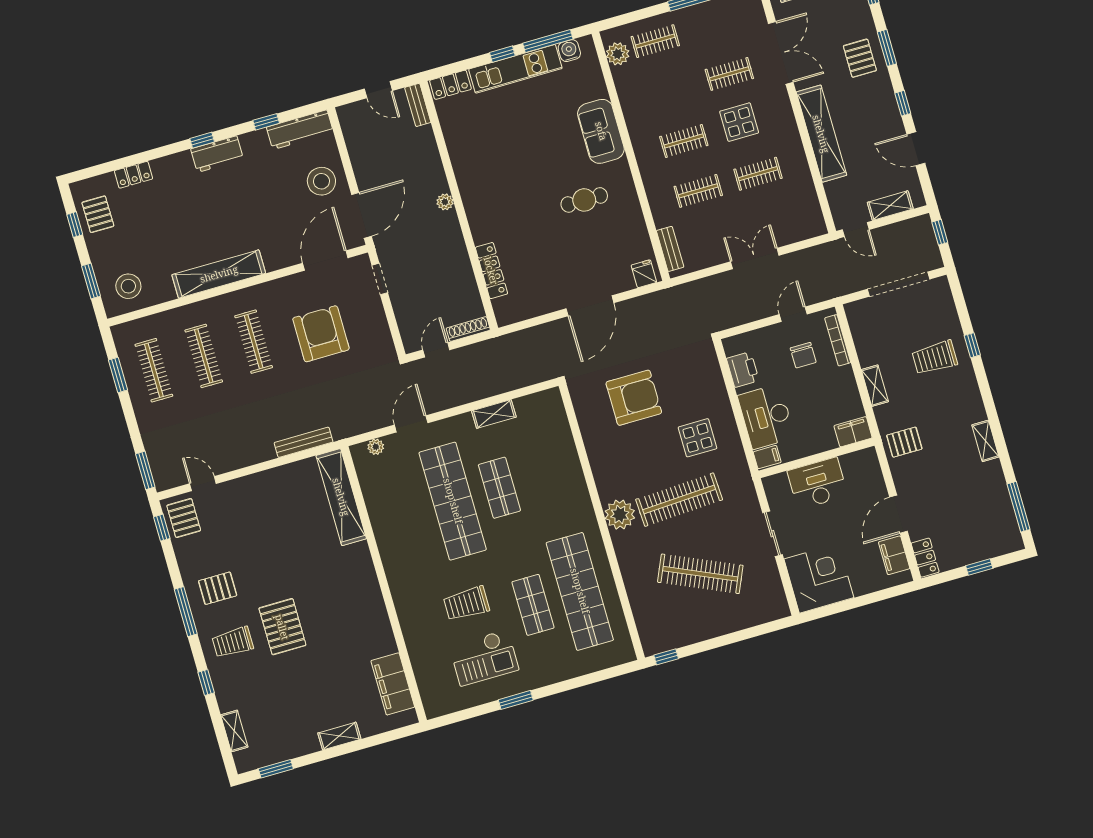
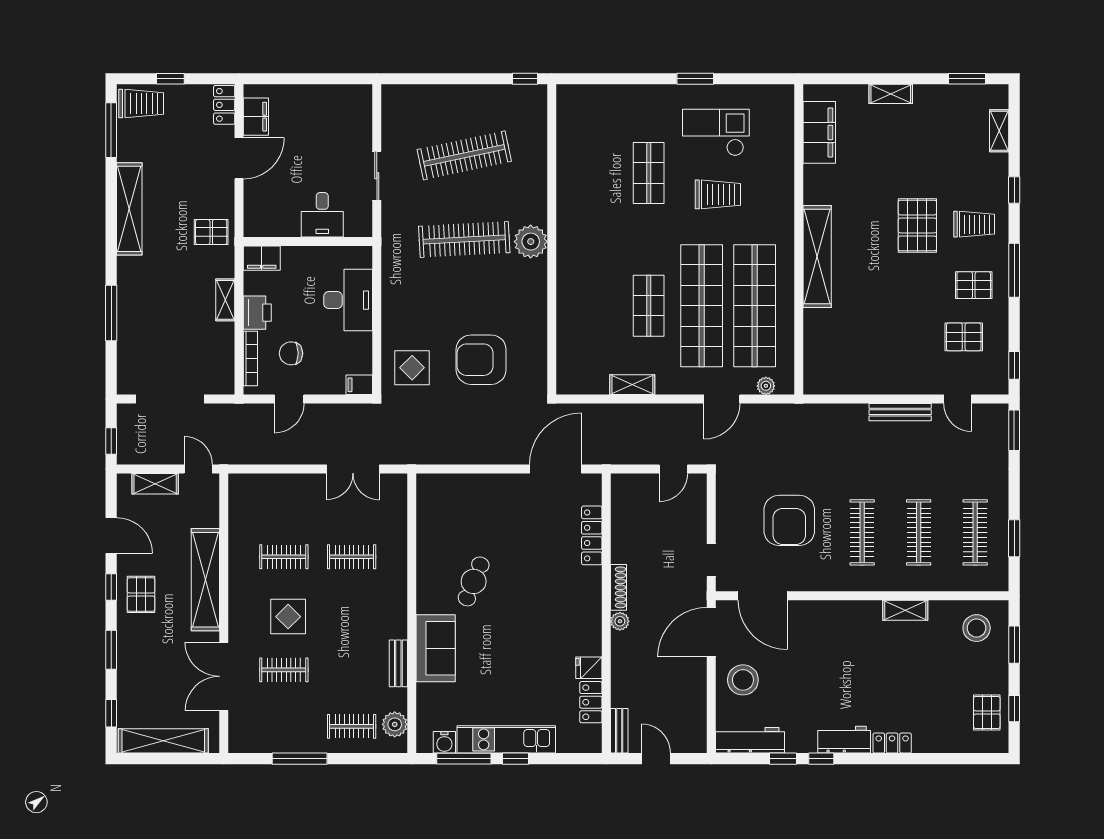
pallet: (860, 58) -> (141, 594), moved
locker: (450, 85) -> (591, 702), moved, turned -90
window: (202, 140) -> (821, 759), moved
clothes rail: (684, 141) -> (352, 613), removed
locker: (133, 175) -> (892, 743), moved
cafe table: (584, 200) -> (474, 581), turned -68
bench: (670, 249) -> (398, 663), moved
double door: (755, 259) -> (353, 469), moved
door: (325, 260) -> (763, 596), hinge flipped
shelving: (219, 274) -> (905, 610), width x0.45, depth x0.75
fridge: (644, 274) -> (589, 668), moved, turned 90
door: (590, 306) -> (555, 469), moved
shoe rack: (468, 329) -> (618, 587), moved, turned -90
window: (972, 345) -> (111, 313), width x2.17
chair: (803, 355) -> (291, 353), turned -90
trolley: (935, 357) -> (141, 103), moved
printer: (743, 370) -> (257, 313), moved, turned 180
display table: (698, 438) -> (412, 368), moved
shelving: (985, 441) -> (129, 209), width x2.20, depth x1.33
bench: (304, 442) -> (900, 412), moved
filing cabinet: (767, 457) -> (359, 385), moved
desk: (817, 483) -> (322, 215), width x0.73
shelving: (341, 497) -> (817, 256), moved
pallet: (184, 518) -> (964, 337), moved, turned 90
clothes rail: (700, 574) -> (464, 155), turned -36
corner desk: (819, 578) -> (341, 115), removed
shop shelf: (580, 591) -> (755, 306), moved

